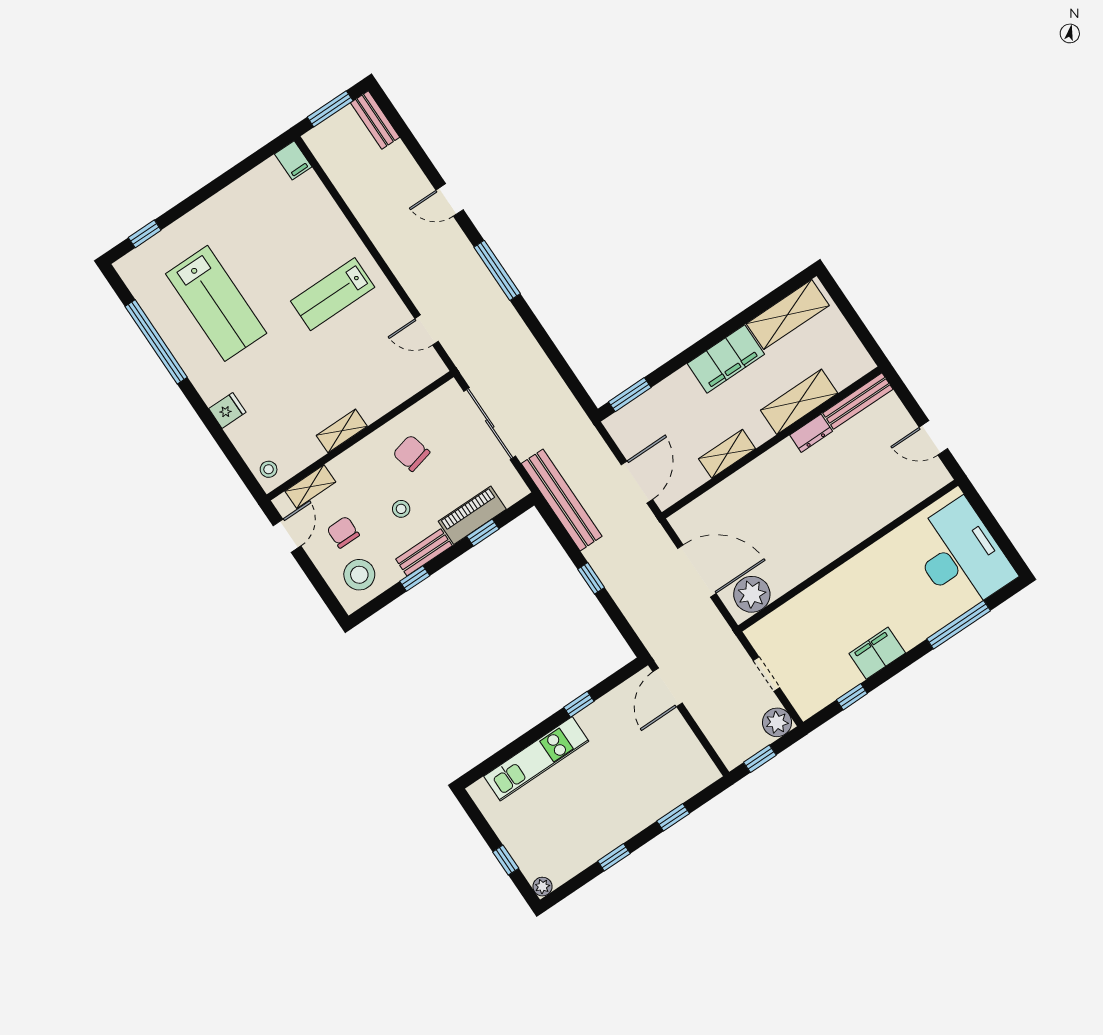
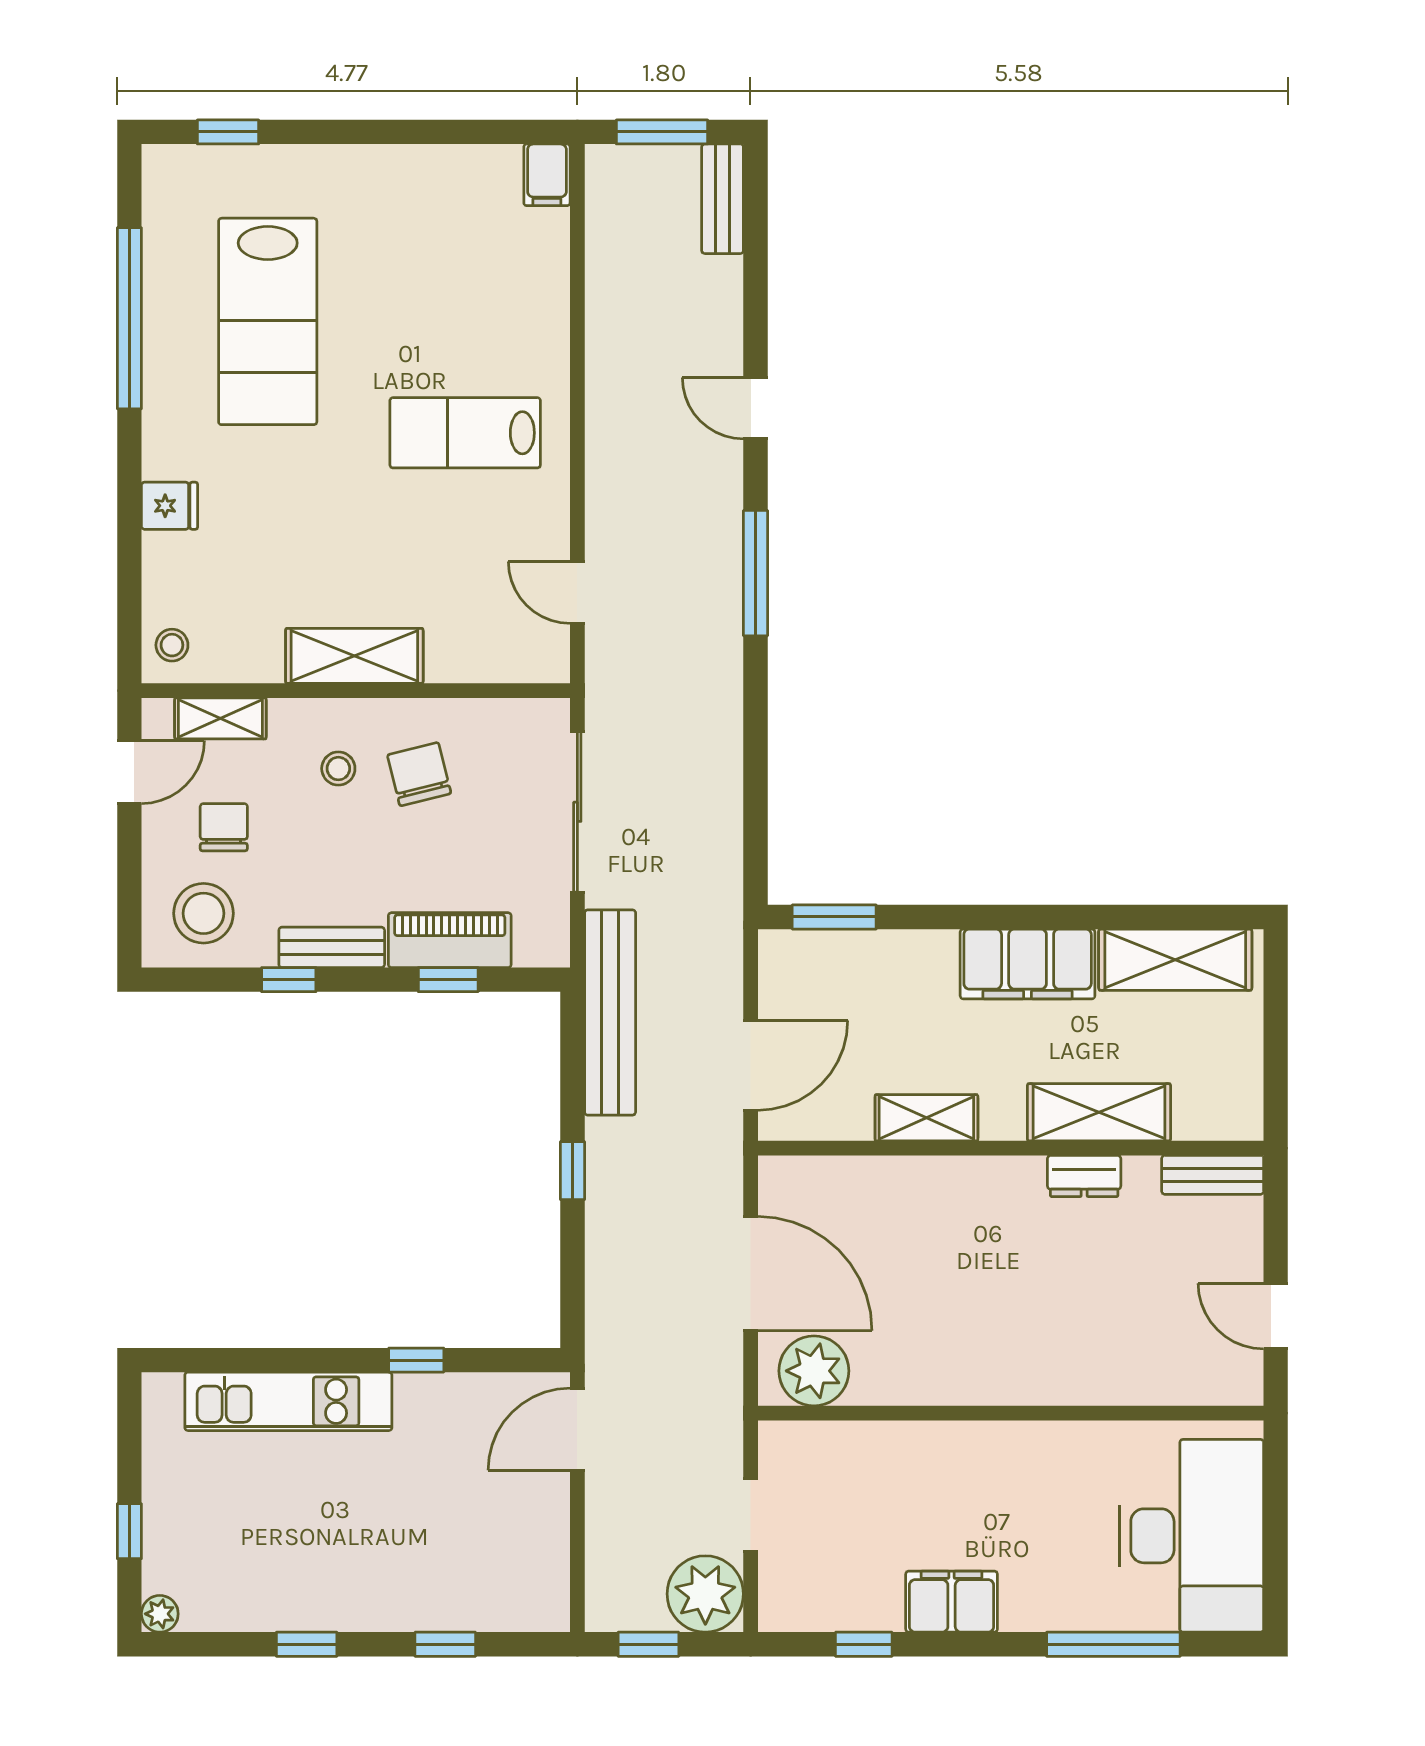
bench: (858, 401) -> (1213, 1175), width x0.73
shelving: (342, 431) -> (354, 656), width x1.50, depth x1.33
stool: (401, 509) -> (338, 769), moved
plant: (777, 722) -> (705, 1594), width x1.36, depth x1.36

